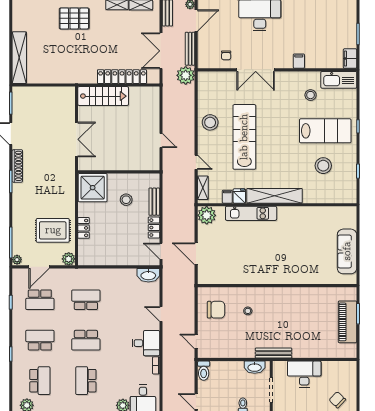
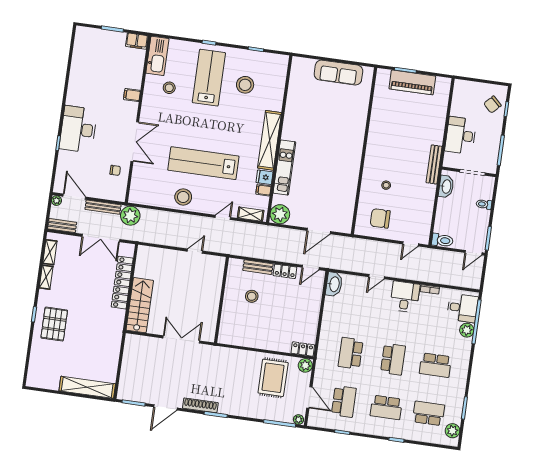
shower: (93, 188) -> (234, 330), removed
locker: (84, 228) -> (303, 349), moved
chair: (216, 310) -> (380, 218), turned -90
school desk: (40, 340) -> (386, 407), turned -90

